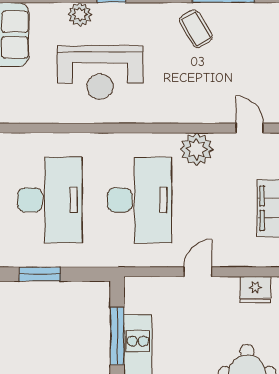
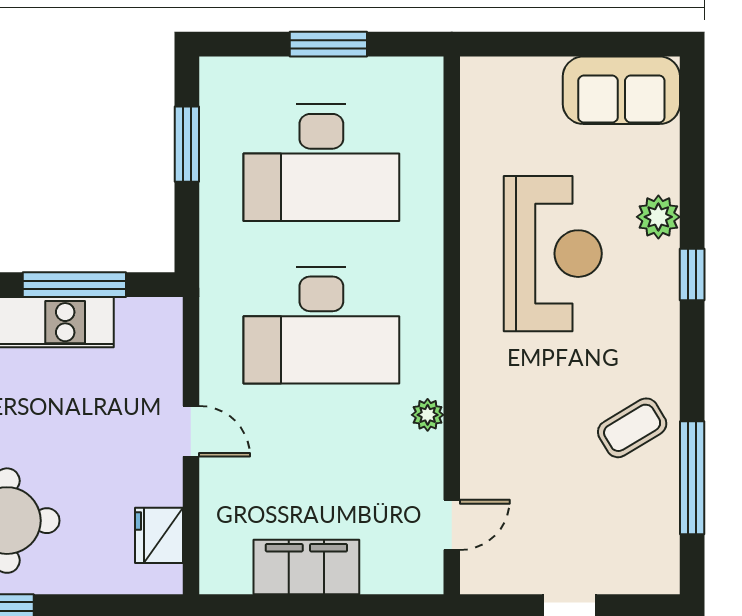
reception desk: (100, 72) -> (553, 254), turned 180
plant: (197, 149) -> (428, 415), width x0.53, depth x0.53

